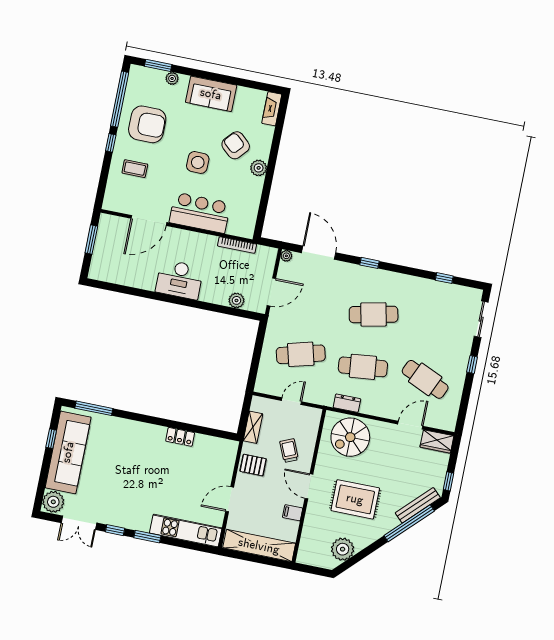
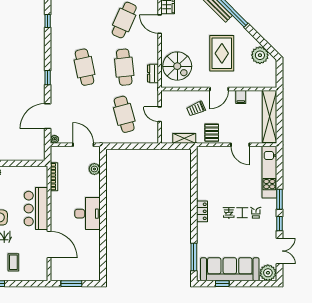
locker: (180, 437) -> (202, 211), moved

